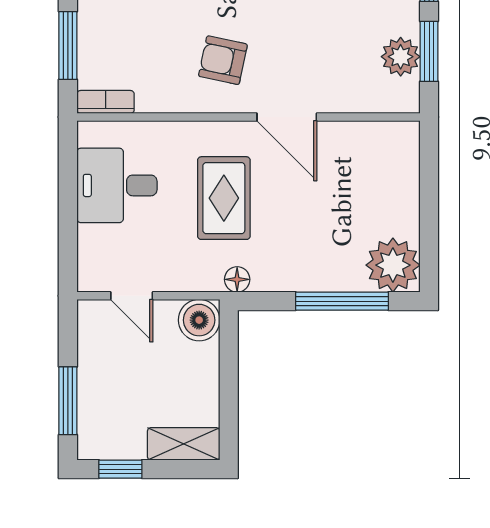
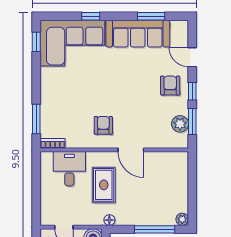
armchair: (223, 60) -> (103, 125), turned 78
desk: (117, 185) -> (69, 169), moved, turned 90
plant: (393, 265) -> (182, 219), width x0.53, depth x0.53

